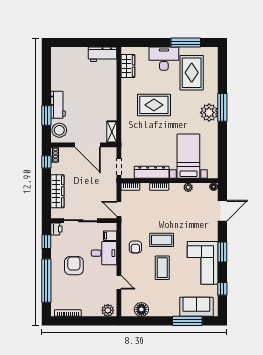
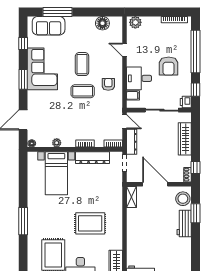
plant: (209, 113) -> (36, 216), removed
dresser: (112, 188) -> (132, 142), added

